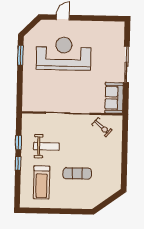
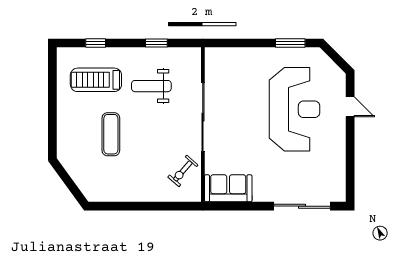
sliding door: (126, 64) -> (302, 206), moved
weight bench: (46, 146) -> (151, 86), turned 90
window: (18, 163) -> (96, 43), moved

